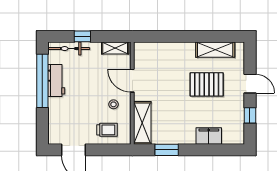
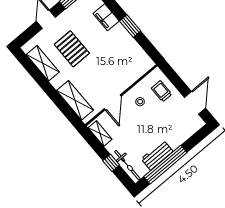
shelving: (142, 123) -> (75, 100), moved, turned 90
window: (167, 150) -> (130, 26), moved

